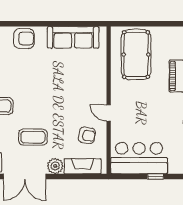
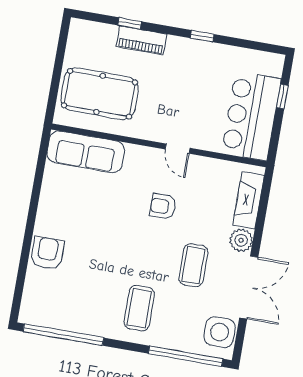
sofa: (73, 37) -> (86, 152), moved, turned 90
door: (109, 113) -> (178, 149), hinge flipped
armchair: (87, 135) -> (163, 206), moved, turned -100

